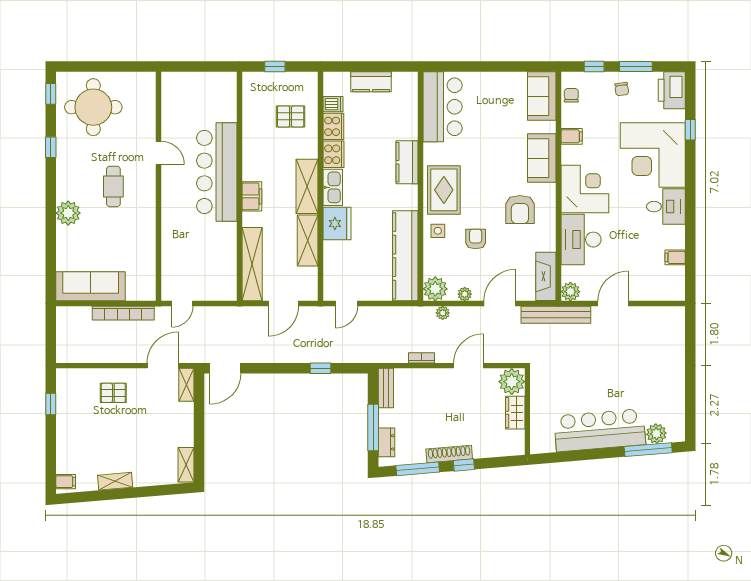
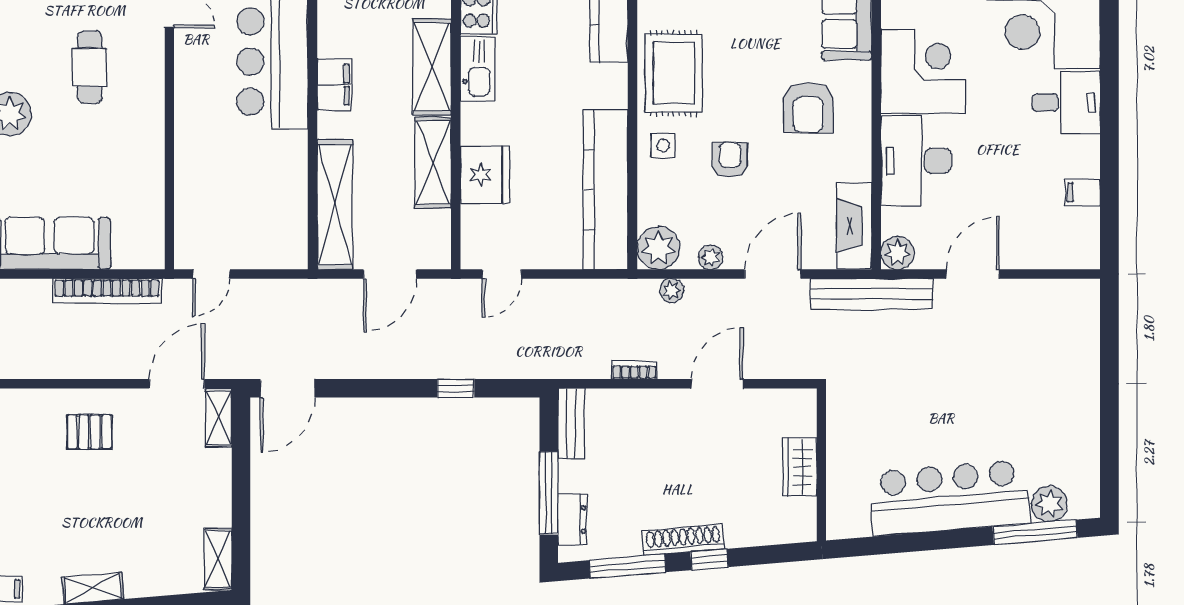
fridge: (337, 223) -> (485, 175), moved
plant: (512, 382) -> (794, 412), removed

